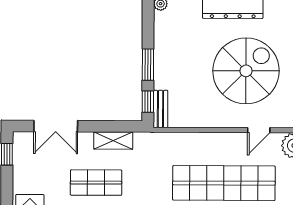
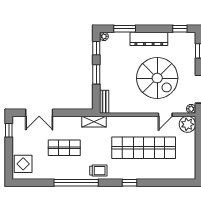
spiral stairs: (246, 71) -> (157, 78), turned 90
window: (148, 102) -> (96, 48), moved
shelving: (113, 141) -> (94, 122), moved

